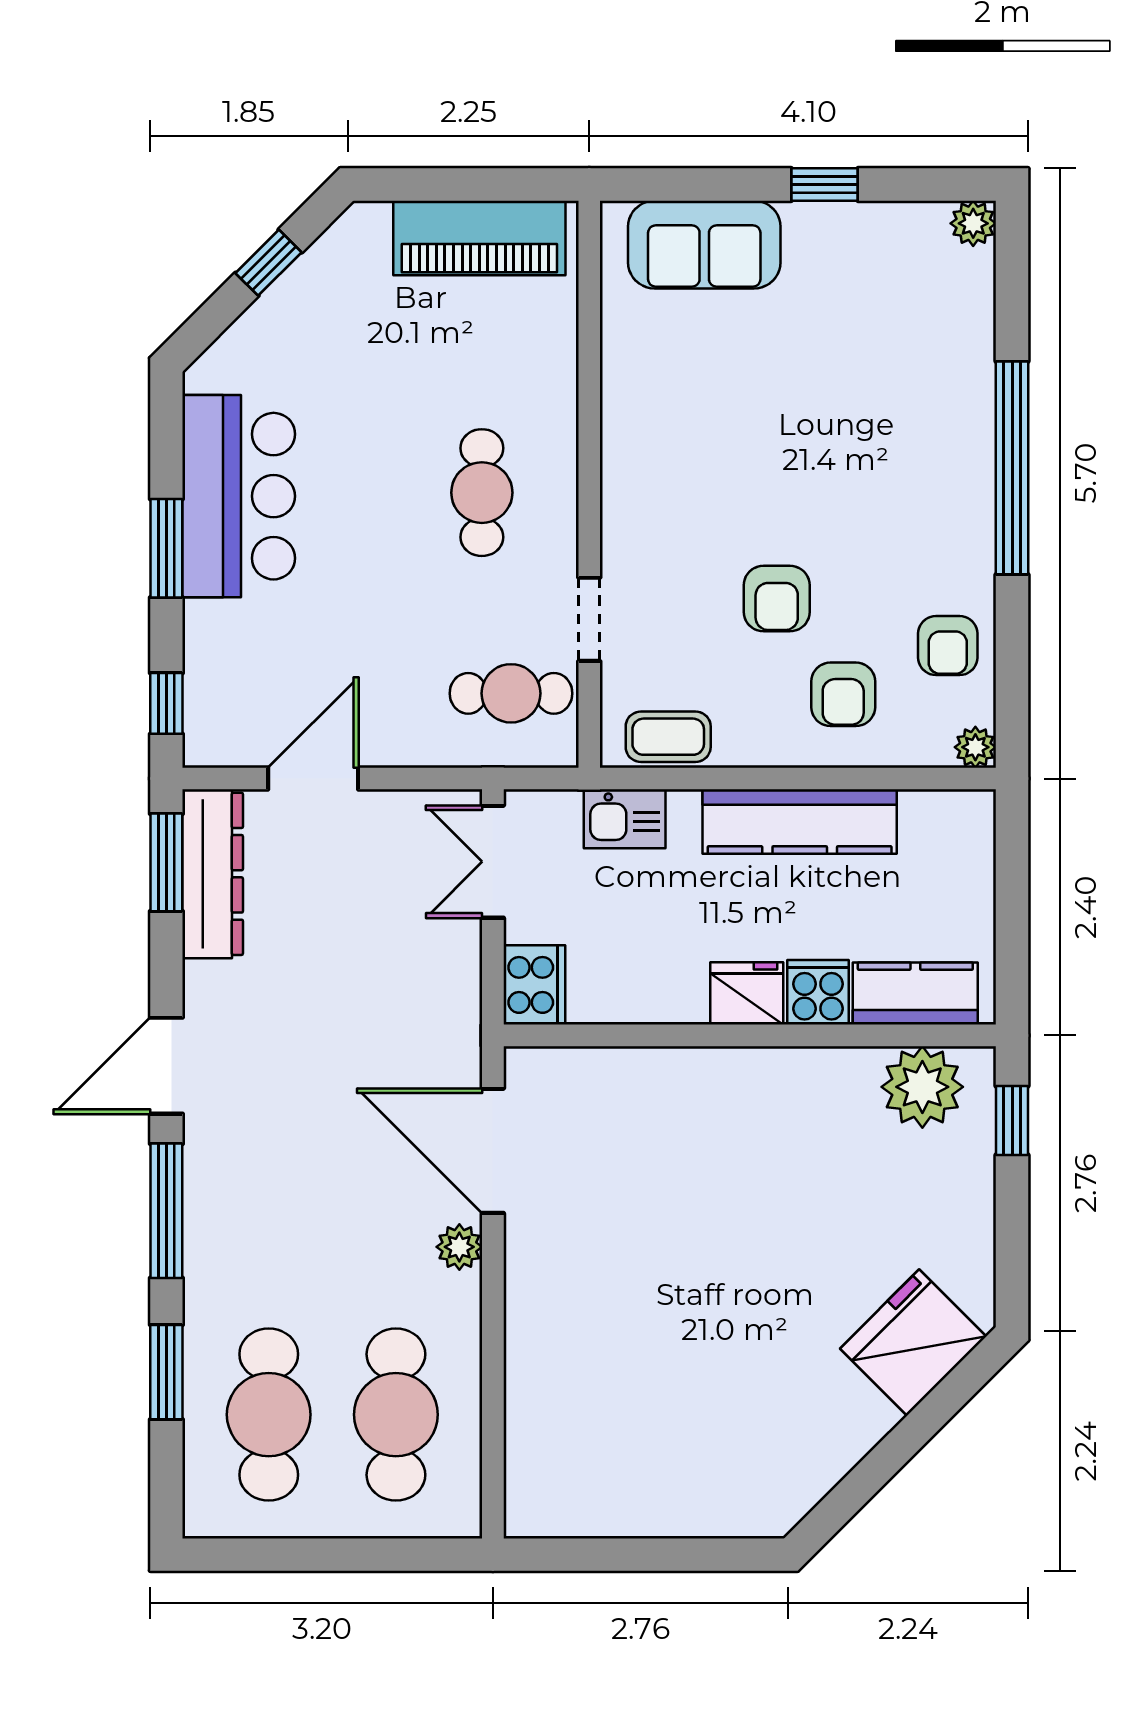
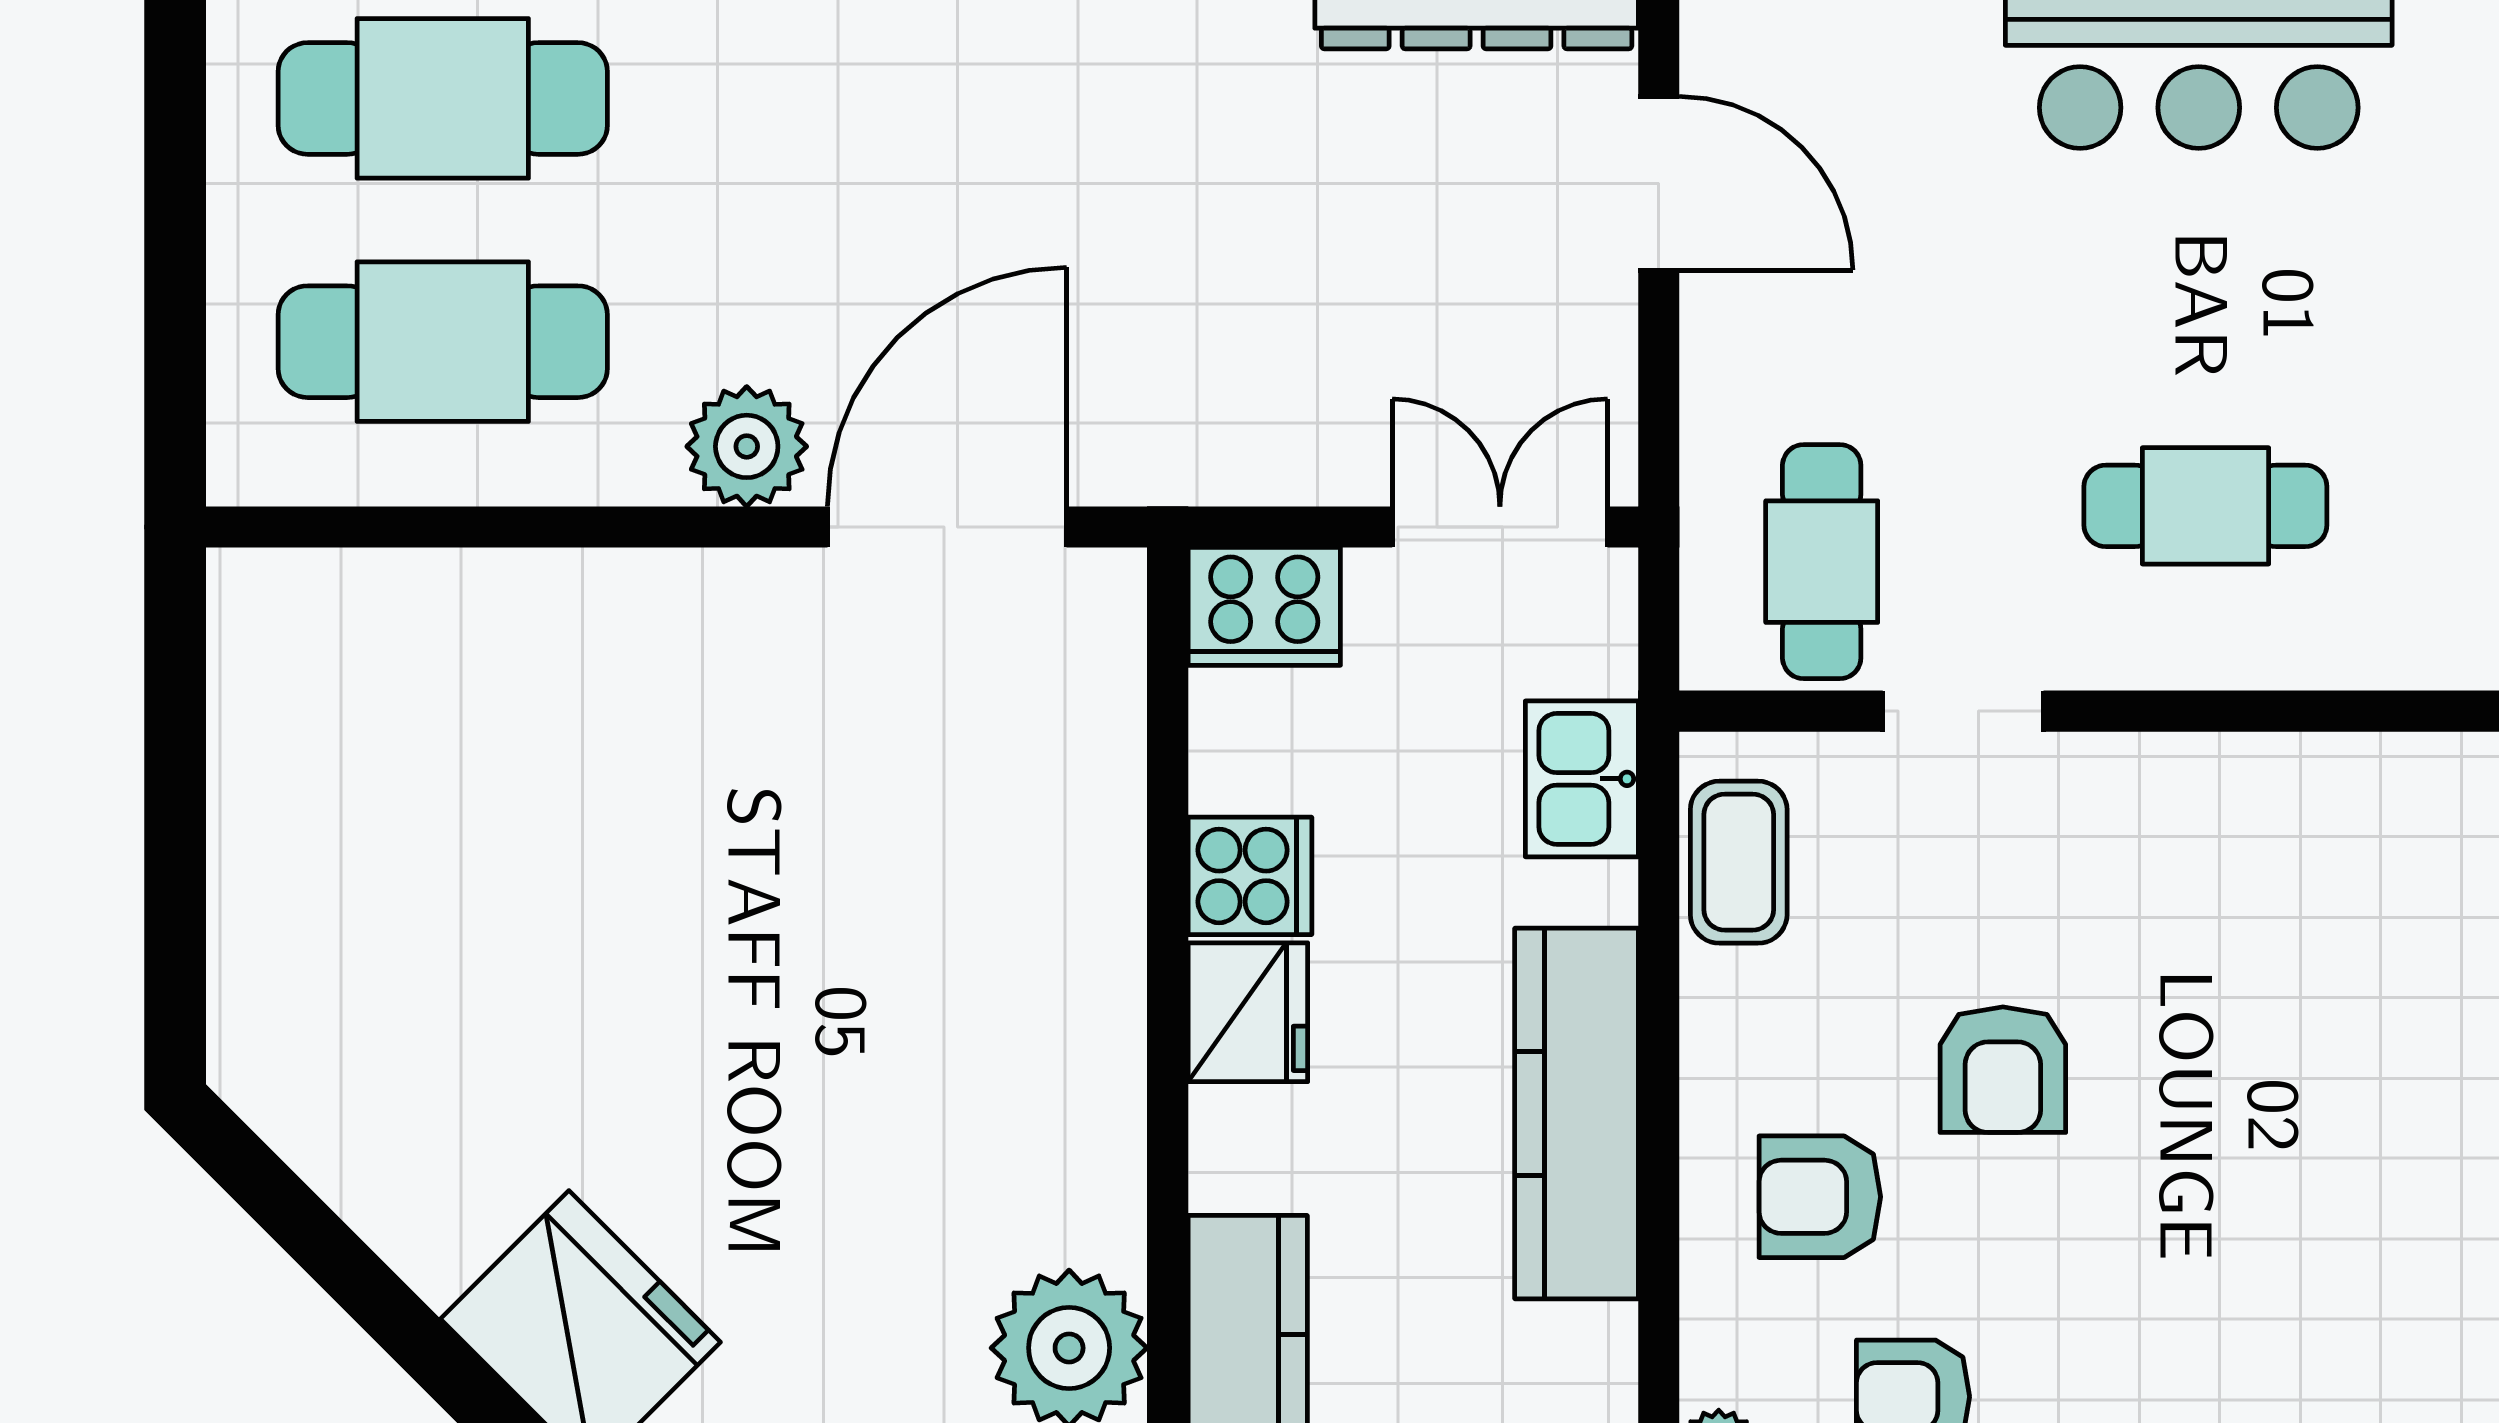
armchair: (777, 599) -> (2003, 1070), turned -90
cooker: (818, 992) -> (1250, 876), moved
plant: (459, 1247) -> (747, 446), width x1.38, depth x1.38

